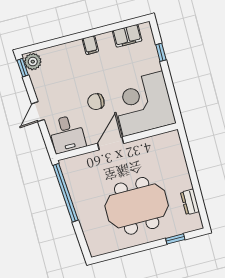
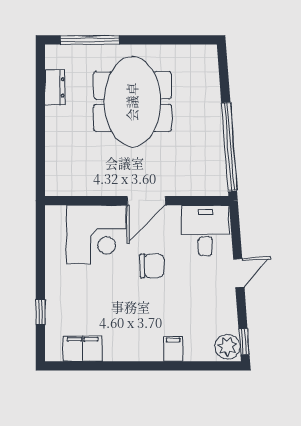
filing cabinet: (90, 45) -> (173, 349), moved
corner desk: (143, 104) -> (96, 235), width x0.74, depth x0.74
meeting table: (137, 206) -> (132, 102), turned 90
window: (175, 239) -> (90, 40), width x2.17

